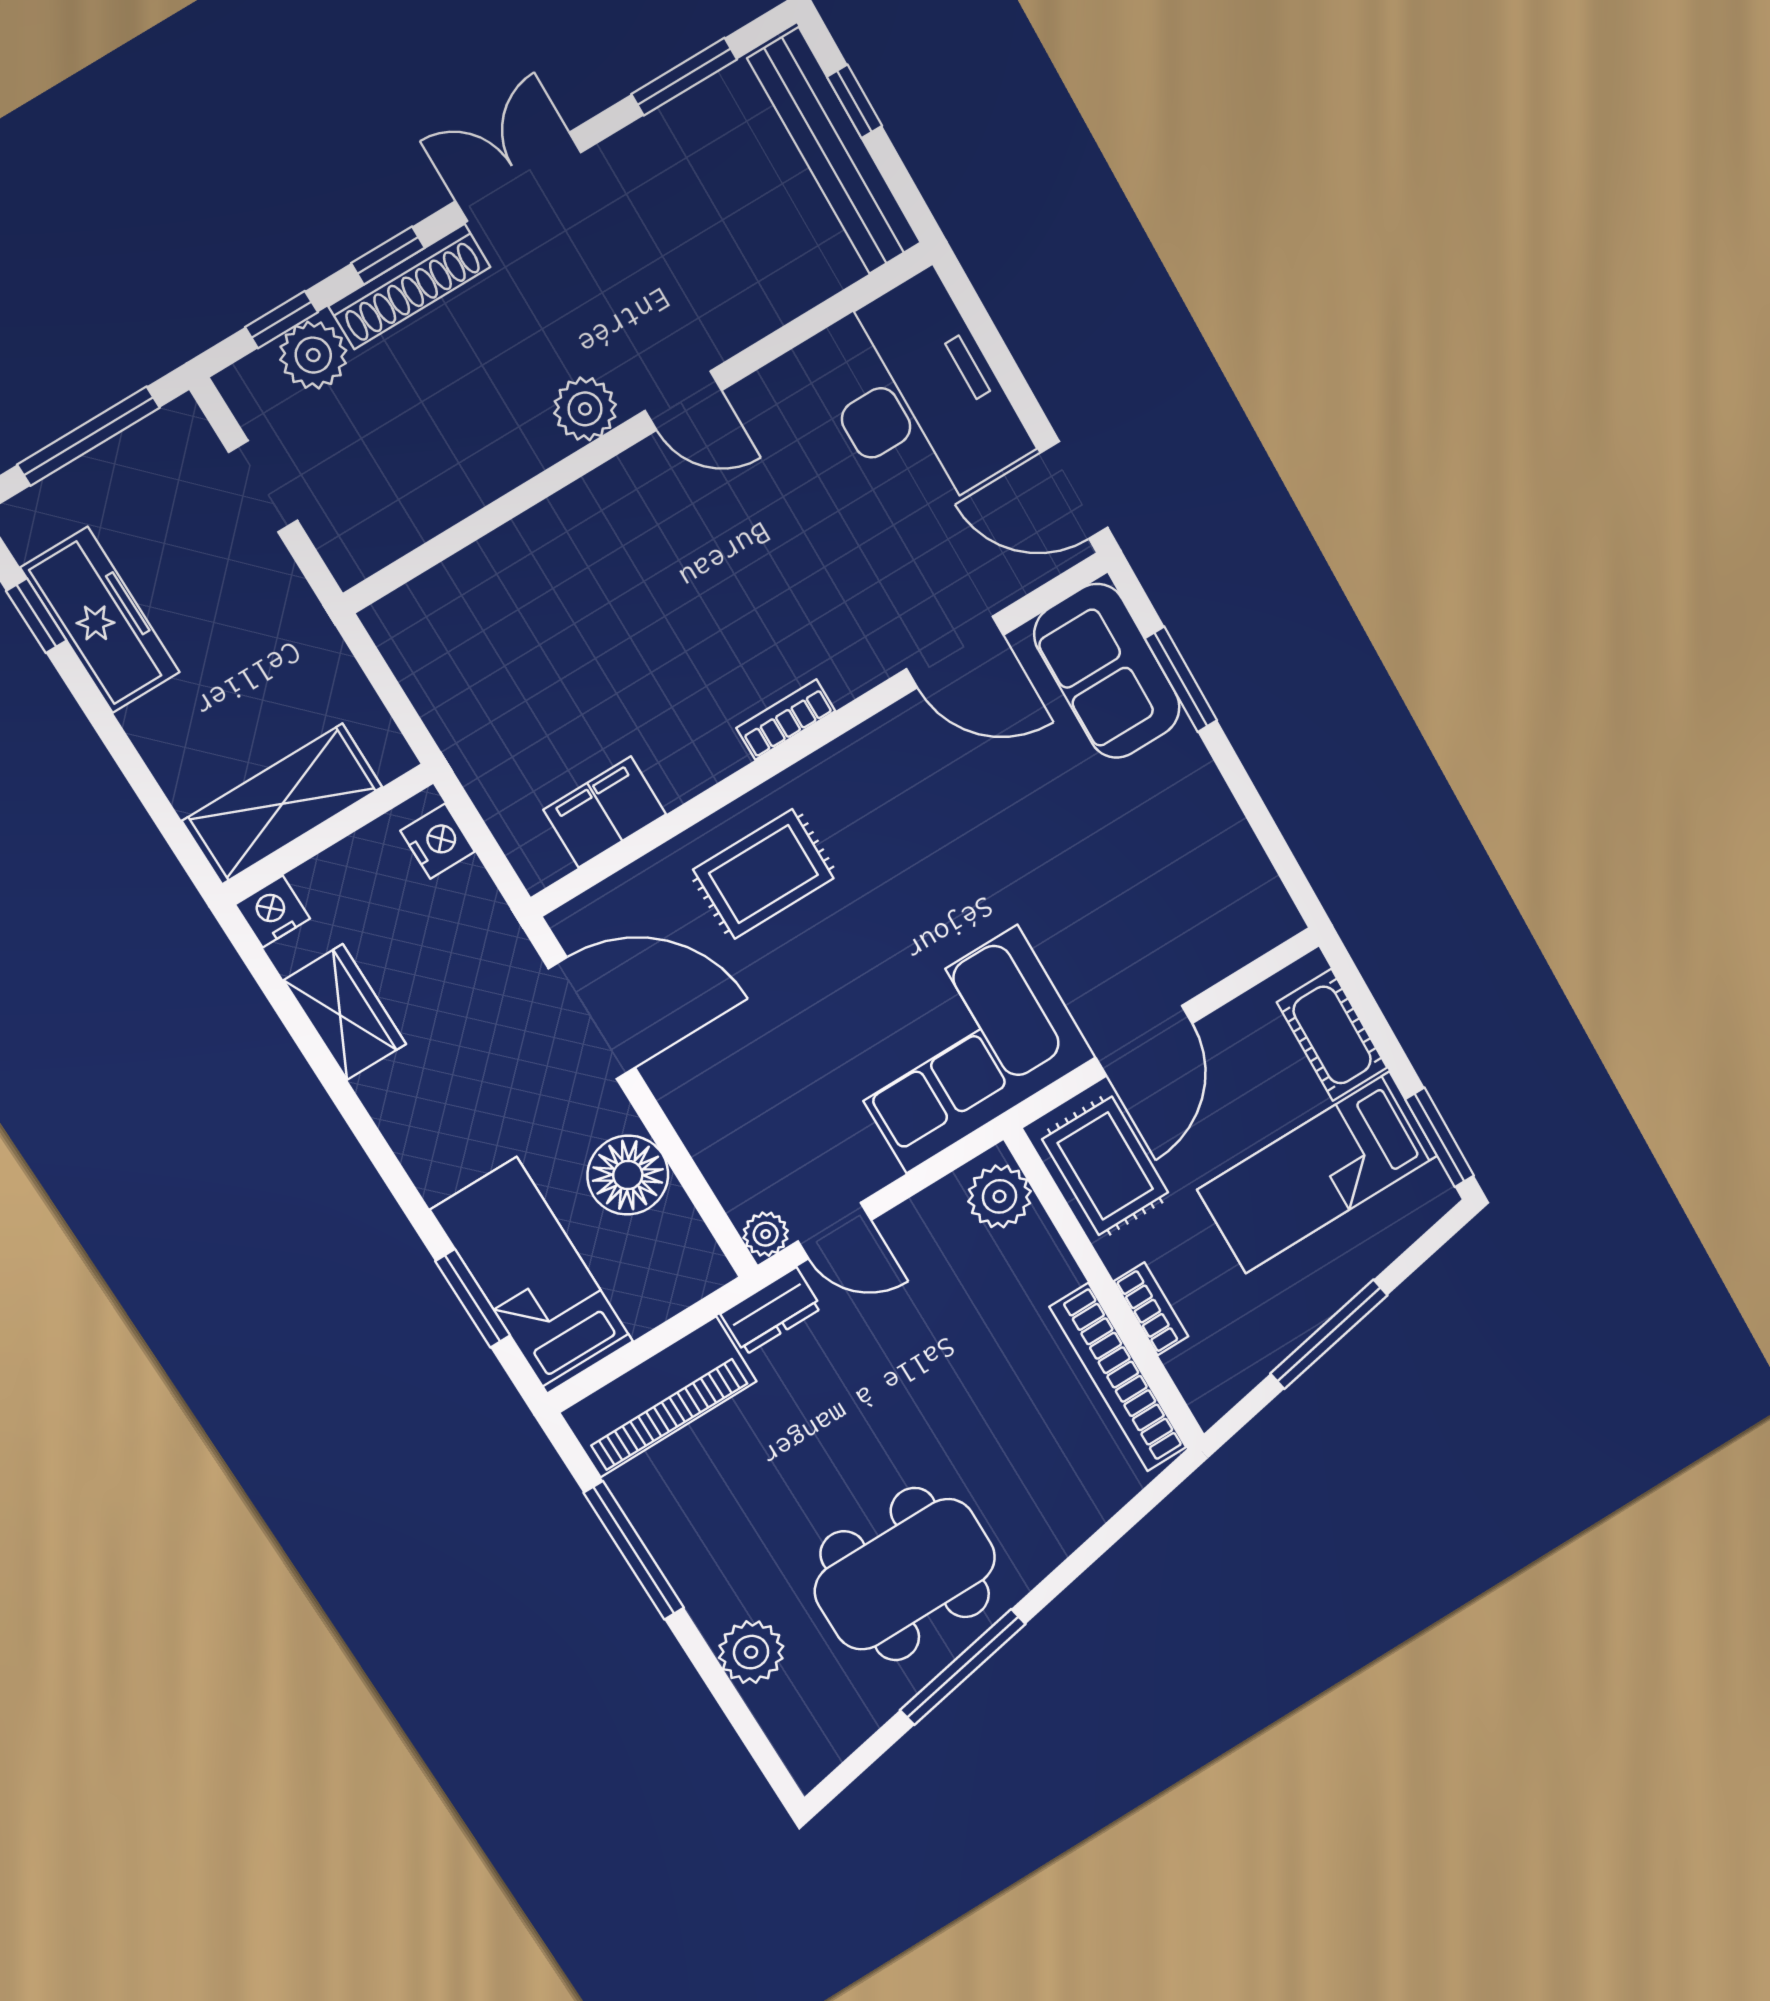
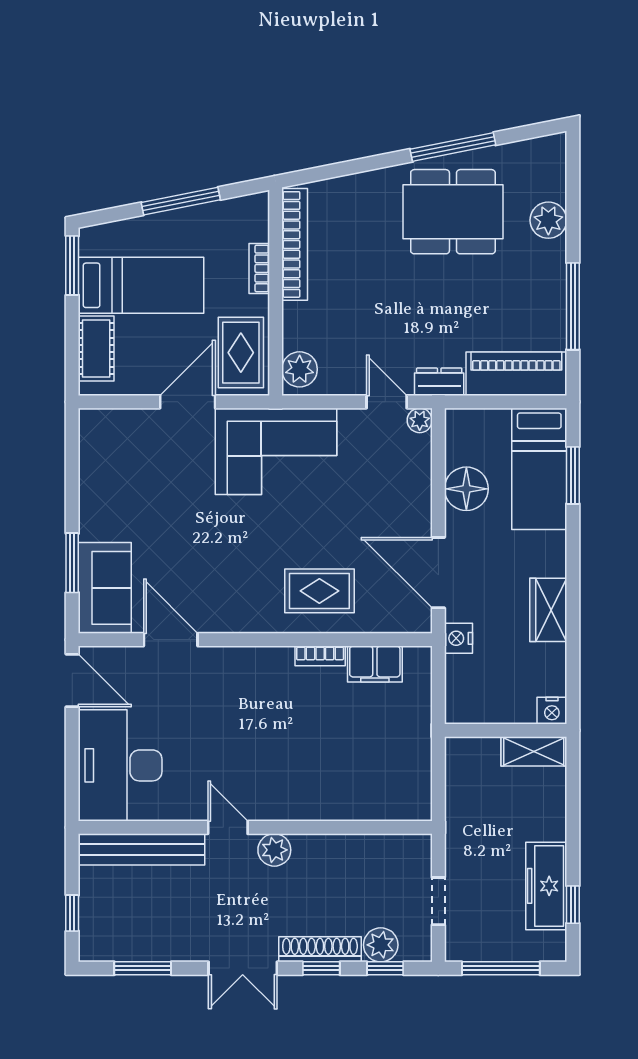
bench: (834, 151) -> (142, 849), moved, turned 90
bookcase: (786, 720) -> (320, 656), moved
shelving: (282, 804) -> (534, 751), width x0.67, depth x0.75
nightstand: (438, 841) -> (458, 638), moved
wardrobe: (345, 1012) -> (548, 610), moved

